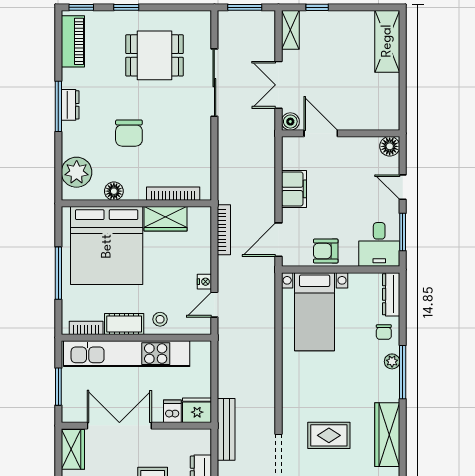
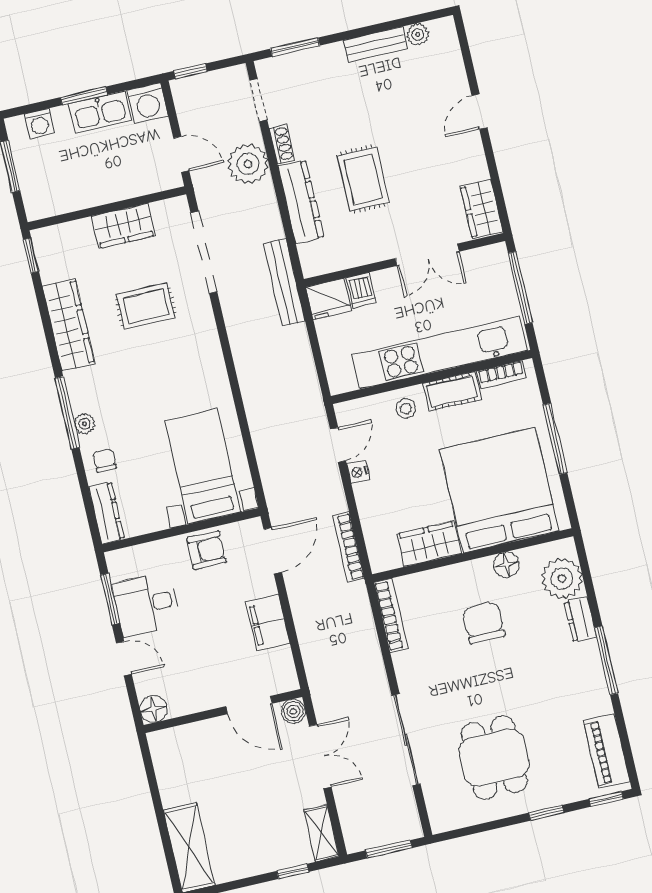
dining table: (155, 55) -> (494, 758), turned 90
dresser: (70, 105) -> (580, 619), moved
chair: (129, 133) -> (484, 623), moved
bookcase: (173, 194) -> (391, 615), moved, turned -90
desk: (379, 244) -> (146, 604), moved, turned -90
window: (58, 387) -> (520, 288), width x1.44
double door: (119, 426) -> (427, 255), width x0.73

